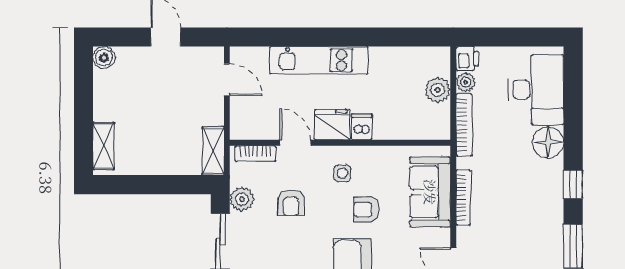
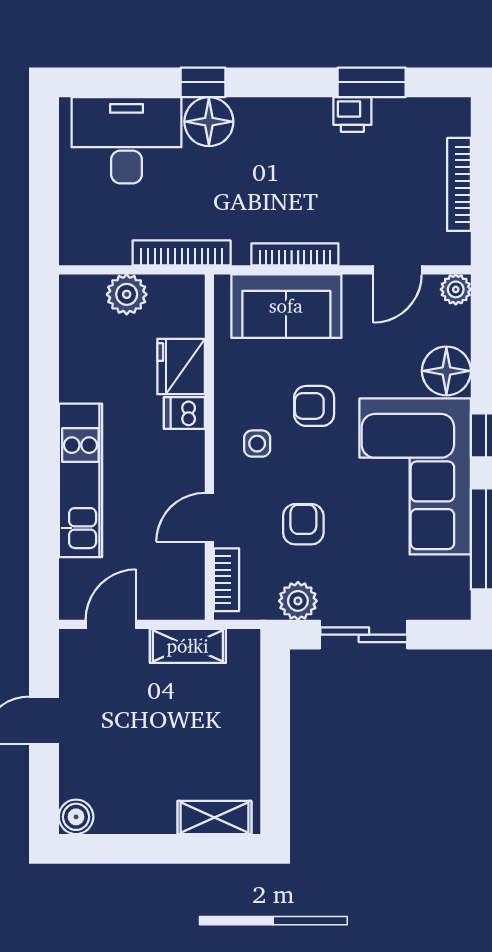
printer: (467, 59) -> (352, 114), moved, turned 180
plant: (466, 82) -> (115, 251), removed
fridge: (332, 125) -> (181, 366), moved
shelving: (213, 151) -> (188, 646), moved
window: (573, 184) -> (203, 82), moved
armchair: (291, 203) -> (303, 524), turned -90
armchair: (366, 210) -> (314, 406), turned 90

